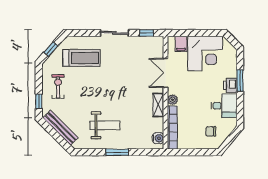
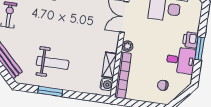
window: (240, 81) -> (200, 49), moved
shelving: (158, 105) -> (109, 65), moved
window: (117, 152) -> (50, 91), moved

